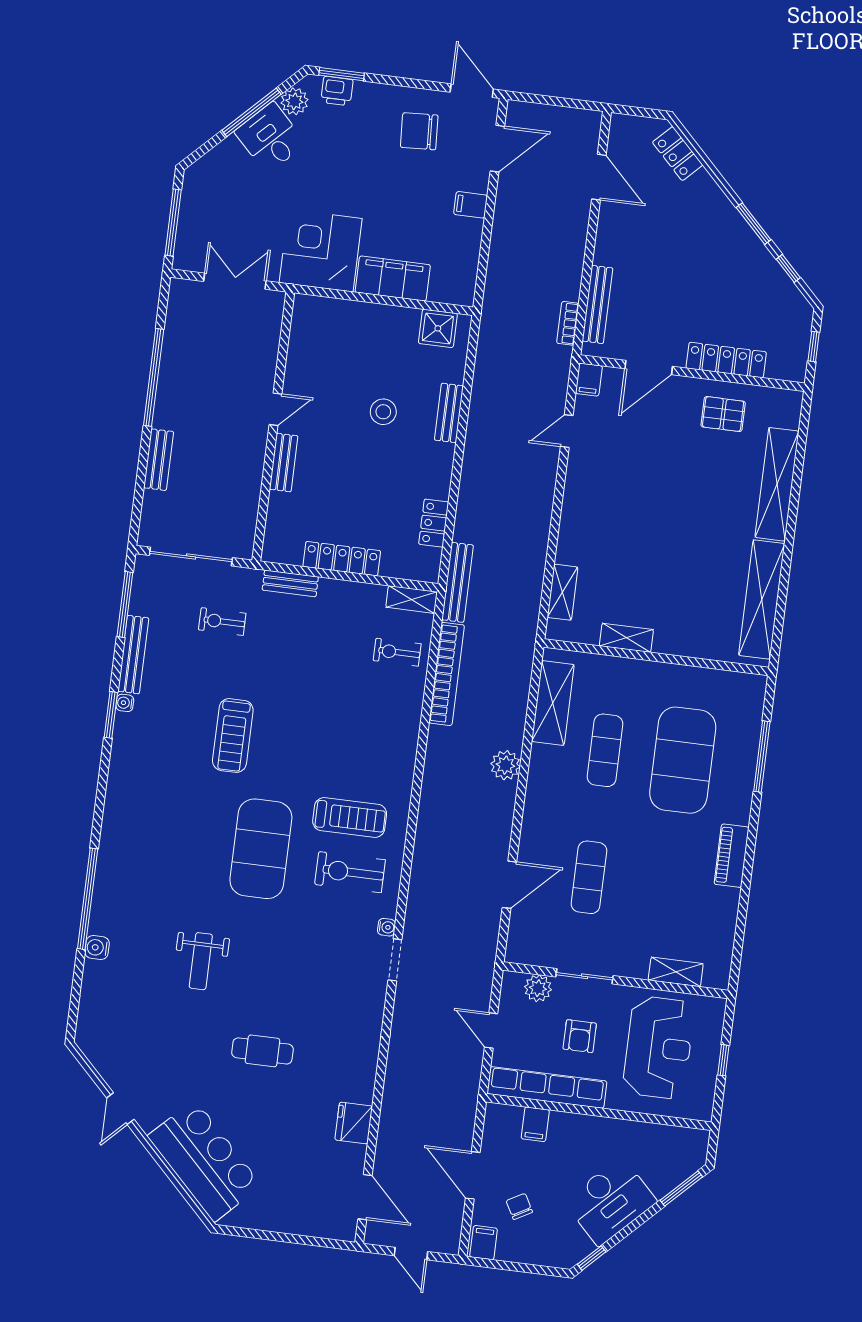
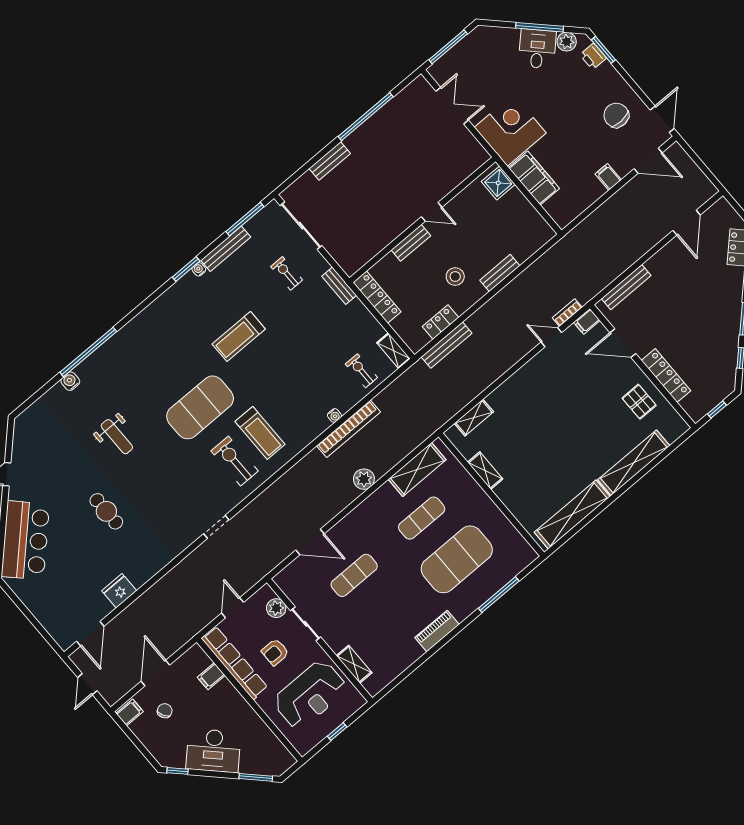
bookcase: (568, 323) -> (567, 313), moved
shower: (438, 328) -> (498, 183), moved
door: (275, 409) -> (432, 212), moved
stool: (383, 412) -> (455, 277), moved
wall: (273, 426) -> (422, 220), moved
bench: (284, 463) -> (411, 243), moved
bench: (458, 582) -> (447, 345), moved
bookcase: (447, 674) -> (348, 429), moved
water cooler: (387, 927) -> (334, 415), moved
weight bench: (201, 961) -> (117, 437), turned -90

